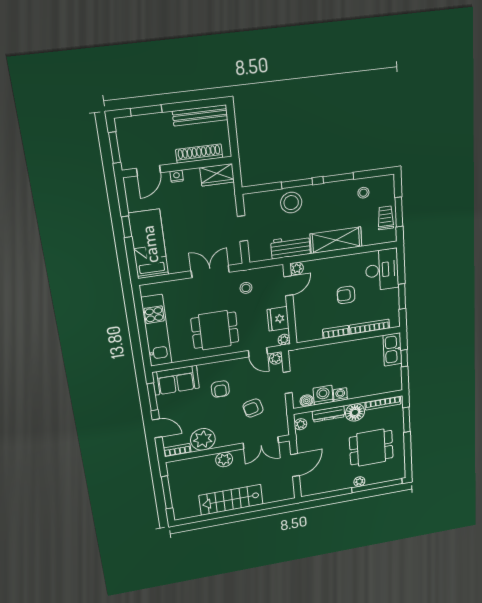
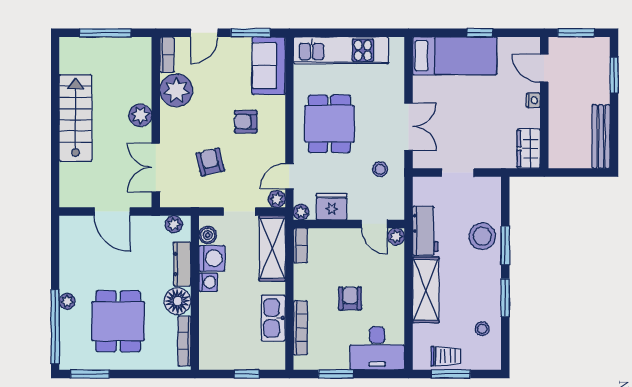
shoe rack: (199, 154) -> (557, 130), removed
bookcase: (336, 332) -> (300, 245), moved
kitchen sink: (392, 349) -> (273, 318), moved, turned -90
shelving: (313, 356) -> (272, 248), added
window: (407, 420) -> (90, 374), moved

